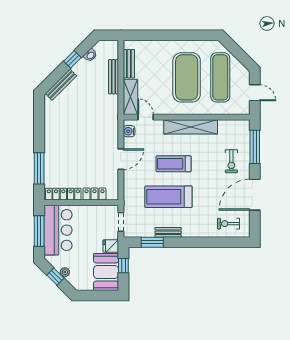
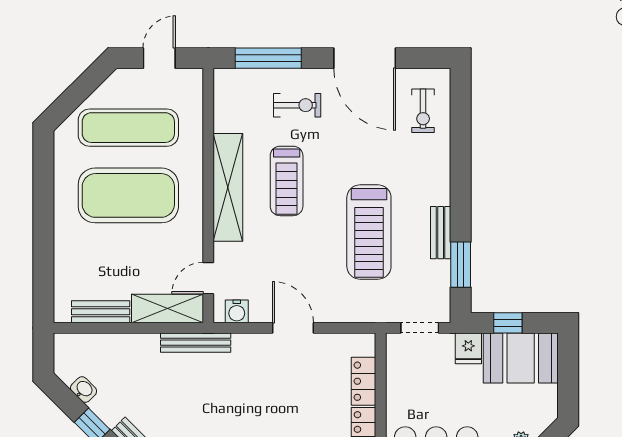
bench: (114, 77) -> (196, 343), moved
treadmill: (174, 164) -> (287, 181), moved

